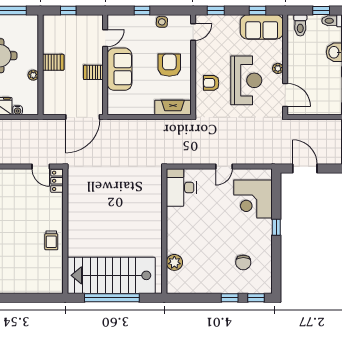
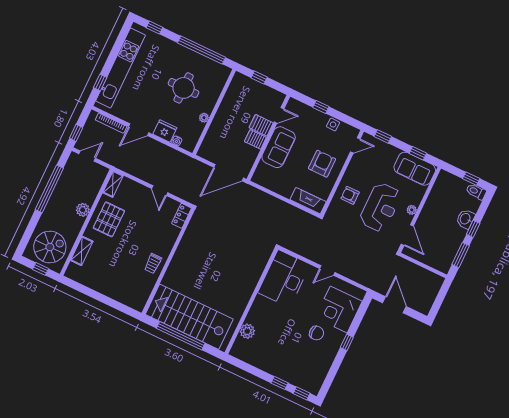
toilet: (300, 25) -> (448, 183), removed
server rack: (53, 62) -> (261, 125), moved, turned 180
door: (41, 166) -> (160, 191), moved
desk: (181, 188) -> (284, 279), width x1.36, depth x1.30
chair: (243, 262) -> (316, 333), moved, turned -90

